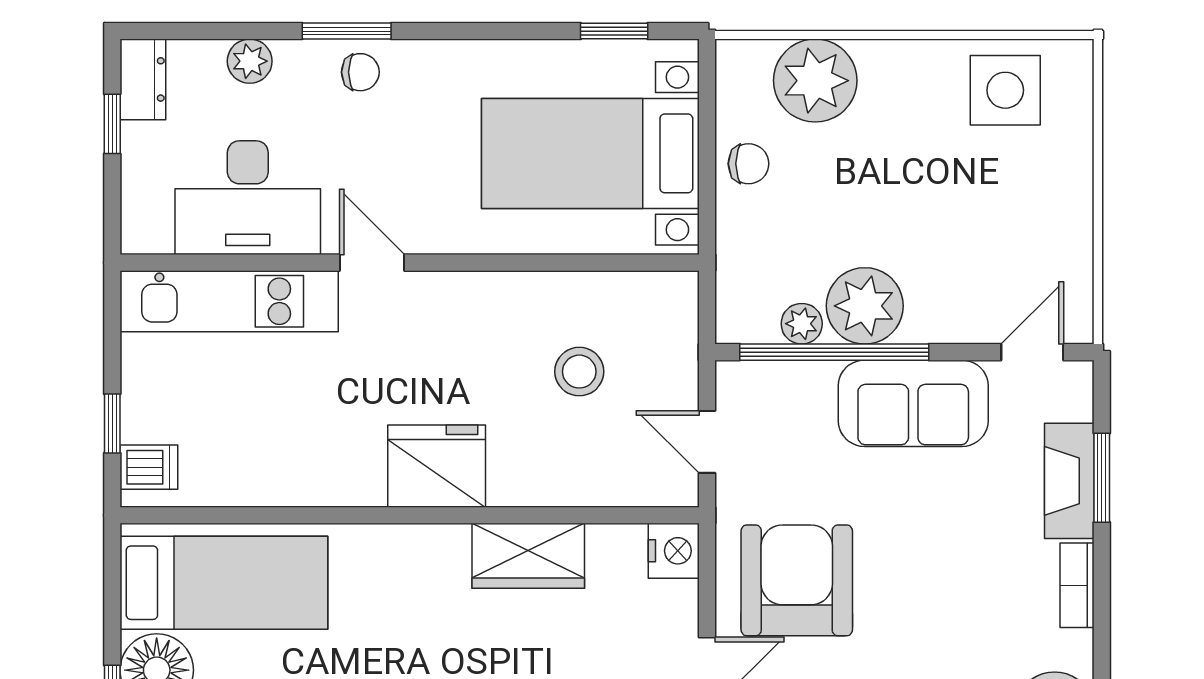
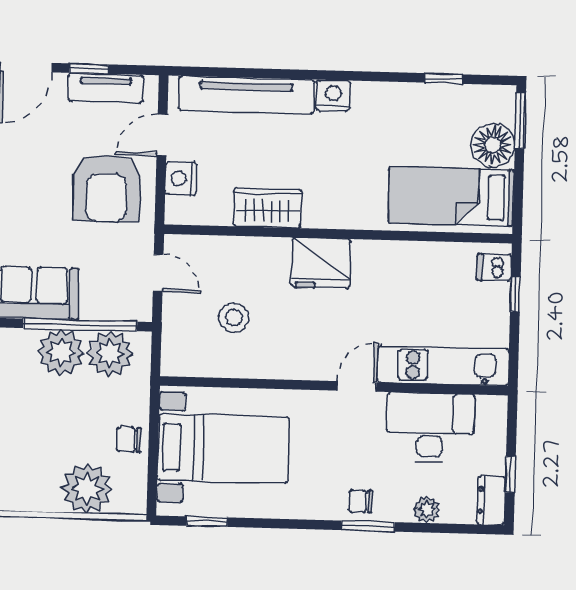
door: (372, 263) -> (357, 386), swing flipped
plant: (802, 324) -> (110, 354), width x1.88, depth x1.88
nightstand: (674, 551) -> (181, 178), moved

